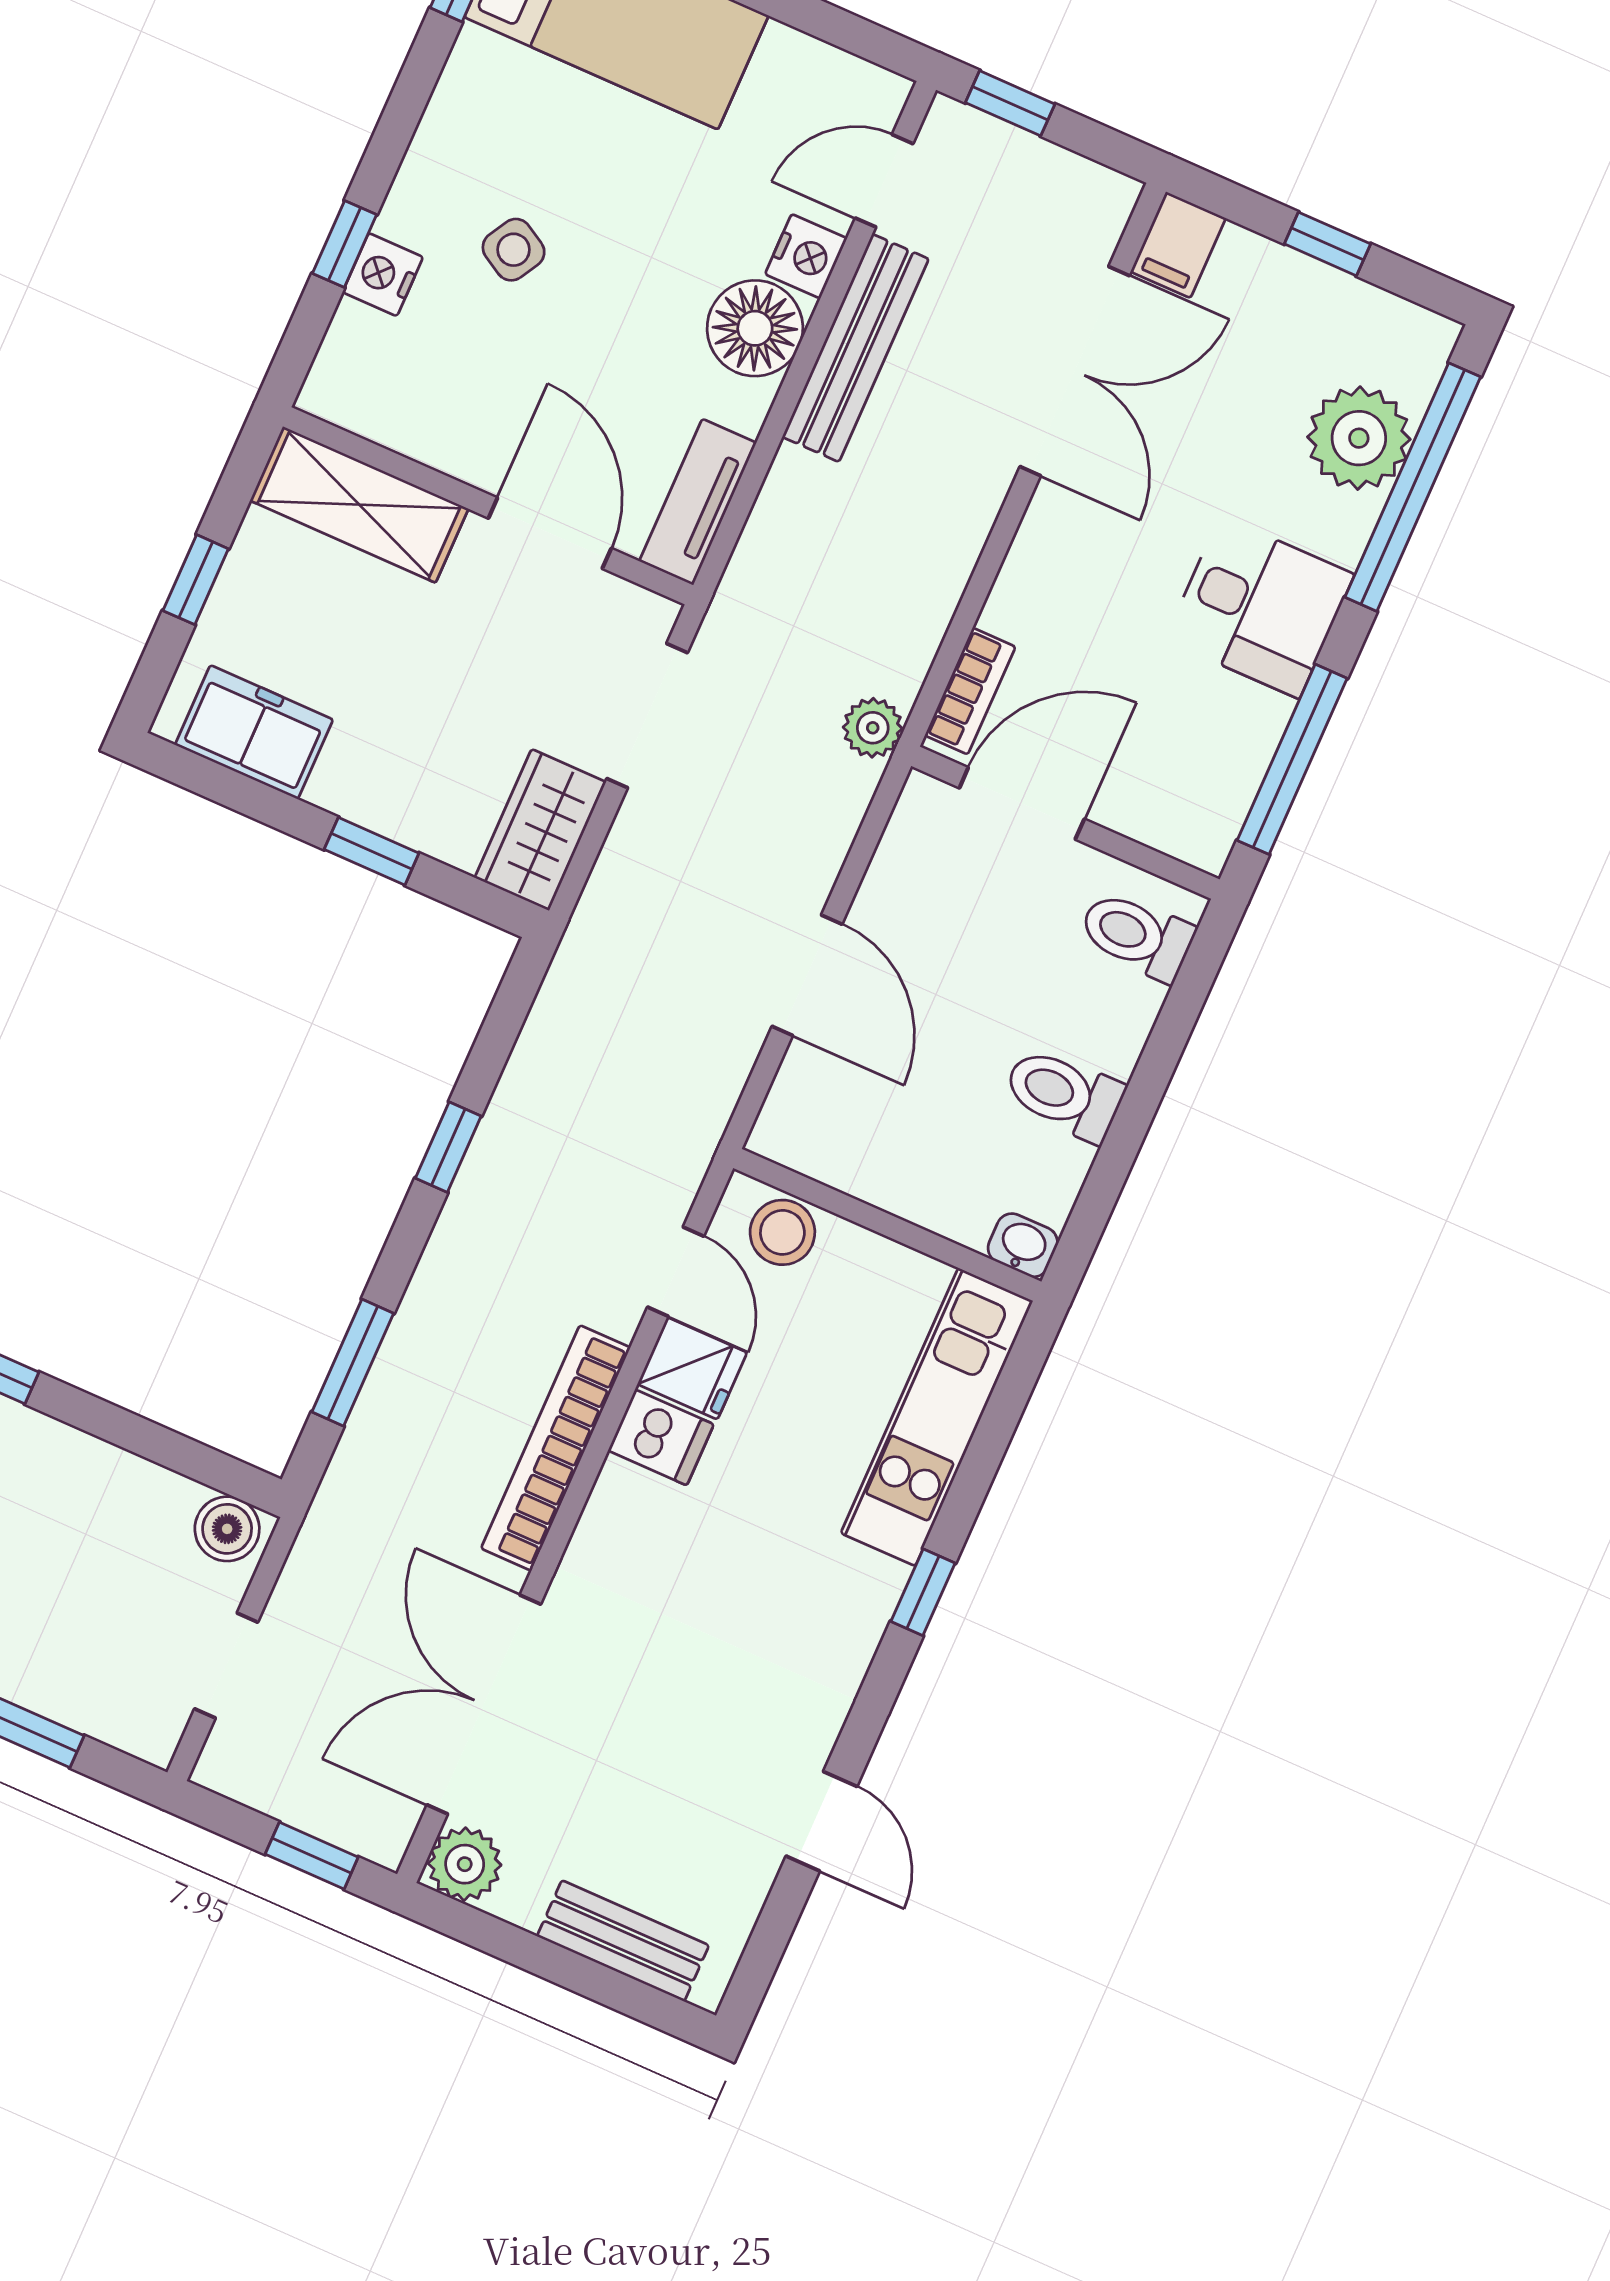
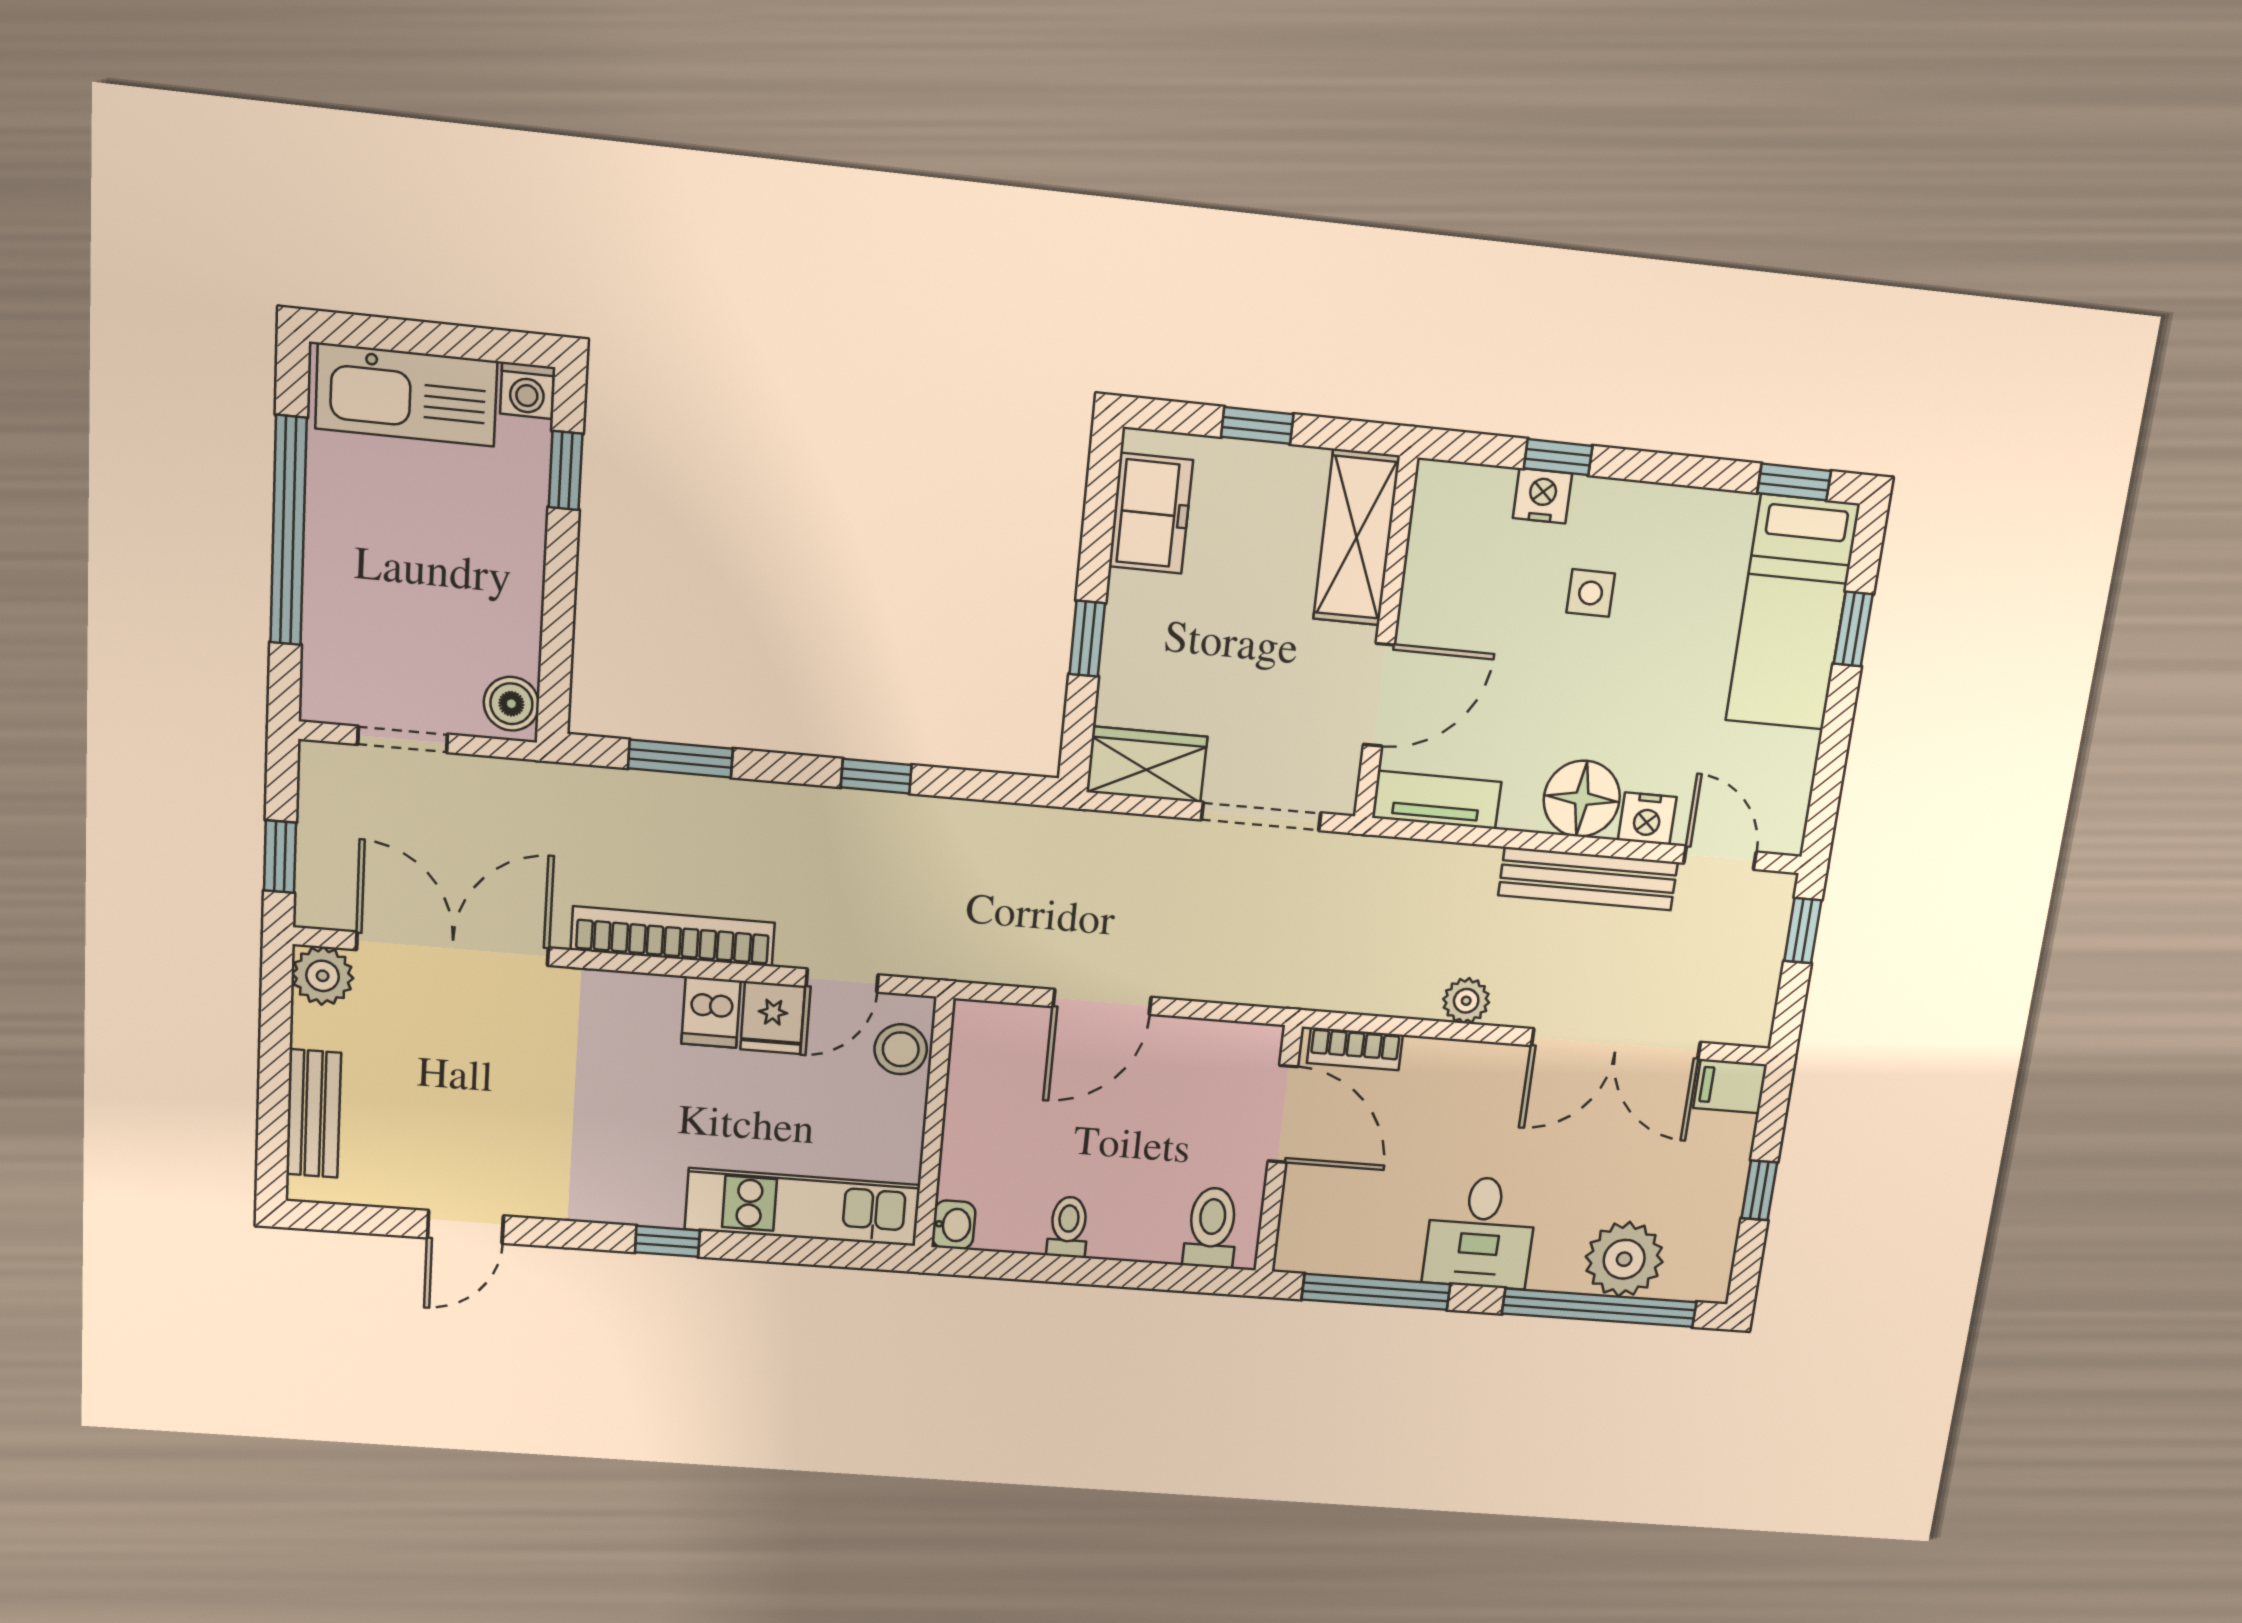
side table: (514, 250) -> (1591, 593), turned -30
plant: (873, 728) -> (1466, 1001), moved
toilet: (1064, 1094) -> (1068, 1227), width x0.73, depth x0.72

